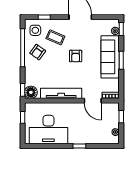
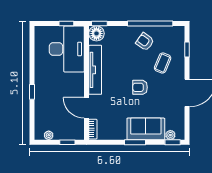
side table: (35, 30) -> (171, 39), removed
sofa: (110, 57) -> (146, 129), width x0.73
door: (93, 101) -> (86, 108), hinge flipped
desk: (48, 130) -> (67, 49), moved, turned 180

